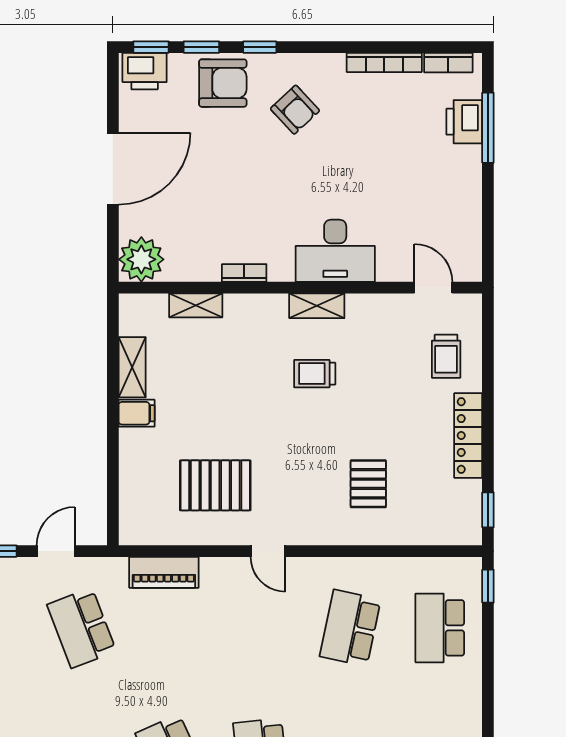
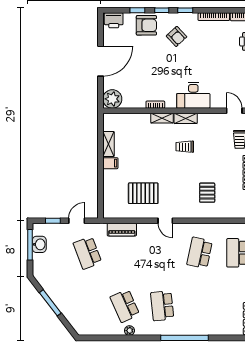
window: (151, 47) -> (185, 10), moved
shelving: (196, 305) -> (162, 118), moved

